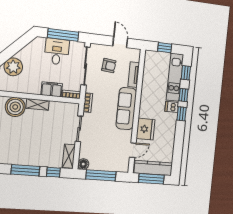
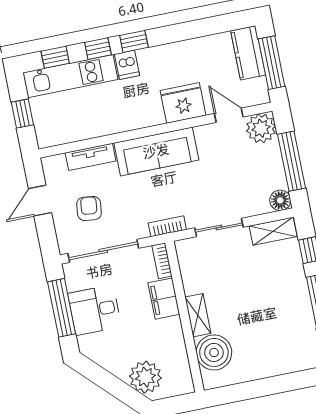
plant: (122, 165) -> (261, 128), added
kitchen counter: (153, 168) -> (248, 53), width x0.67

